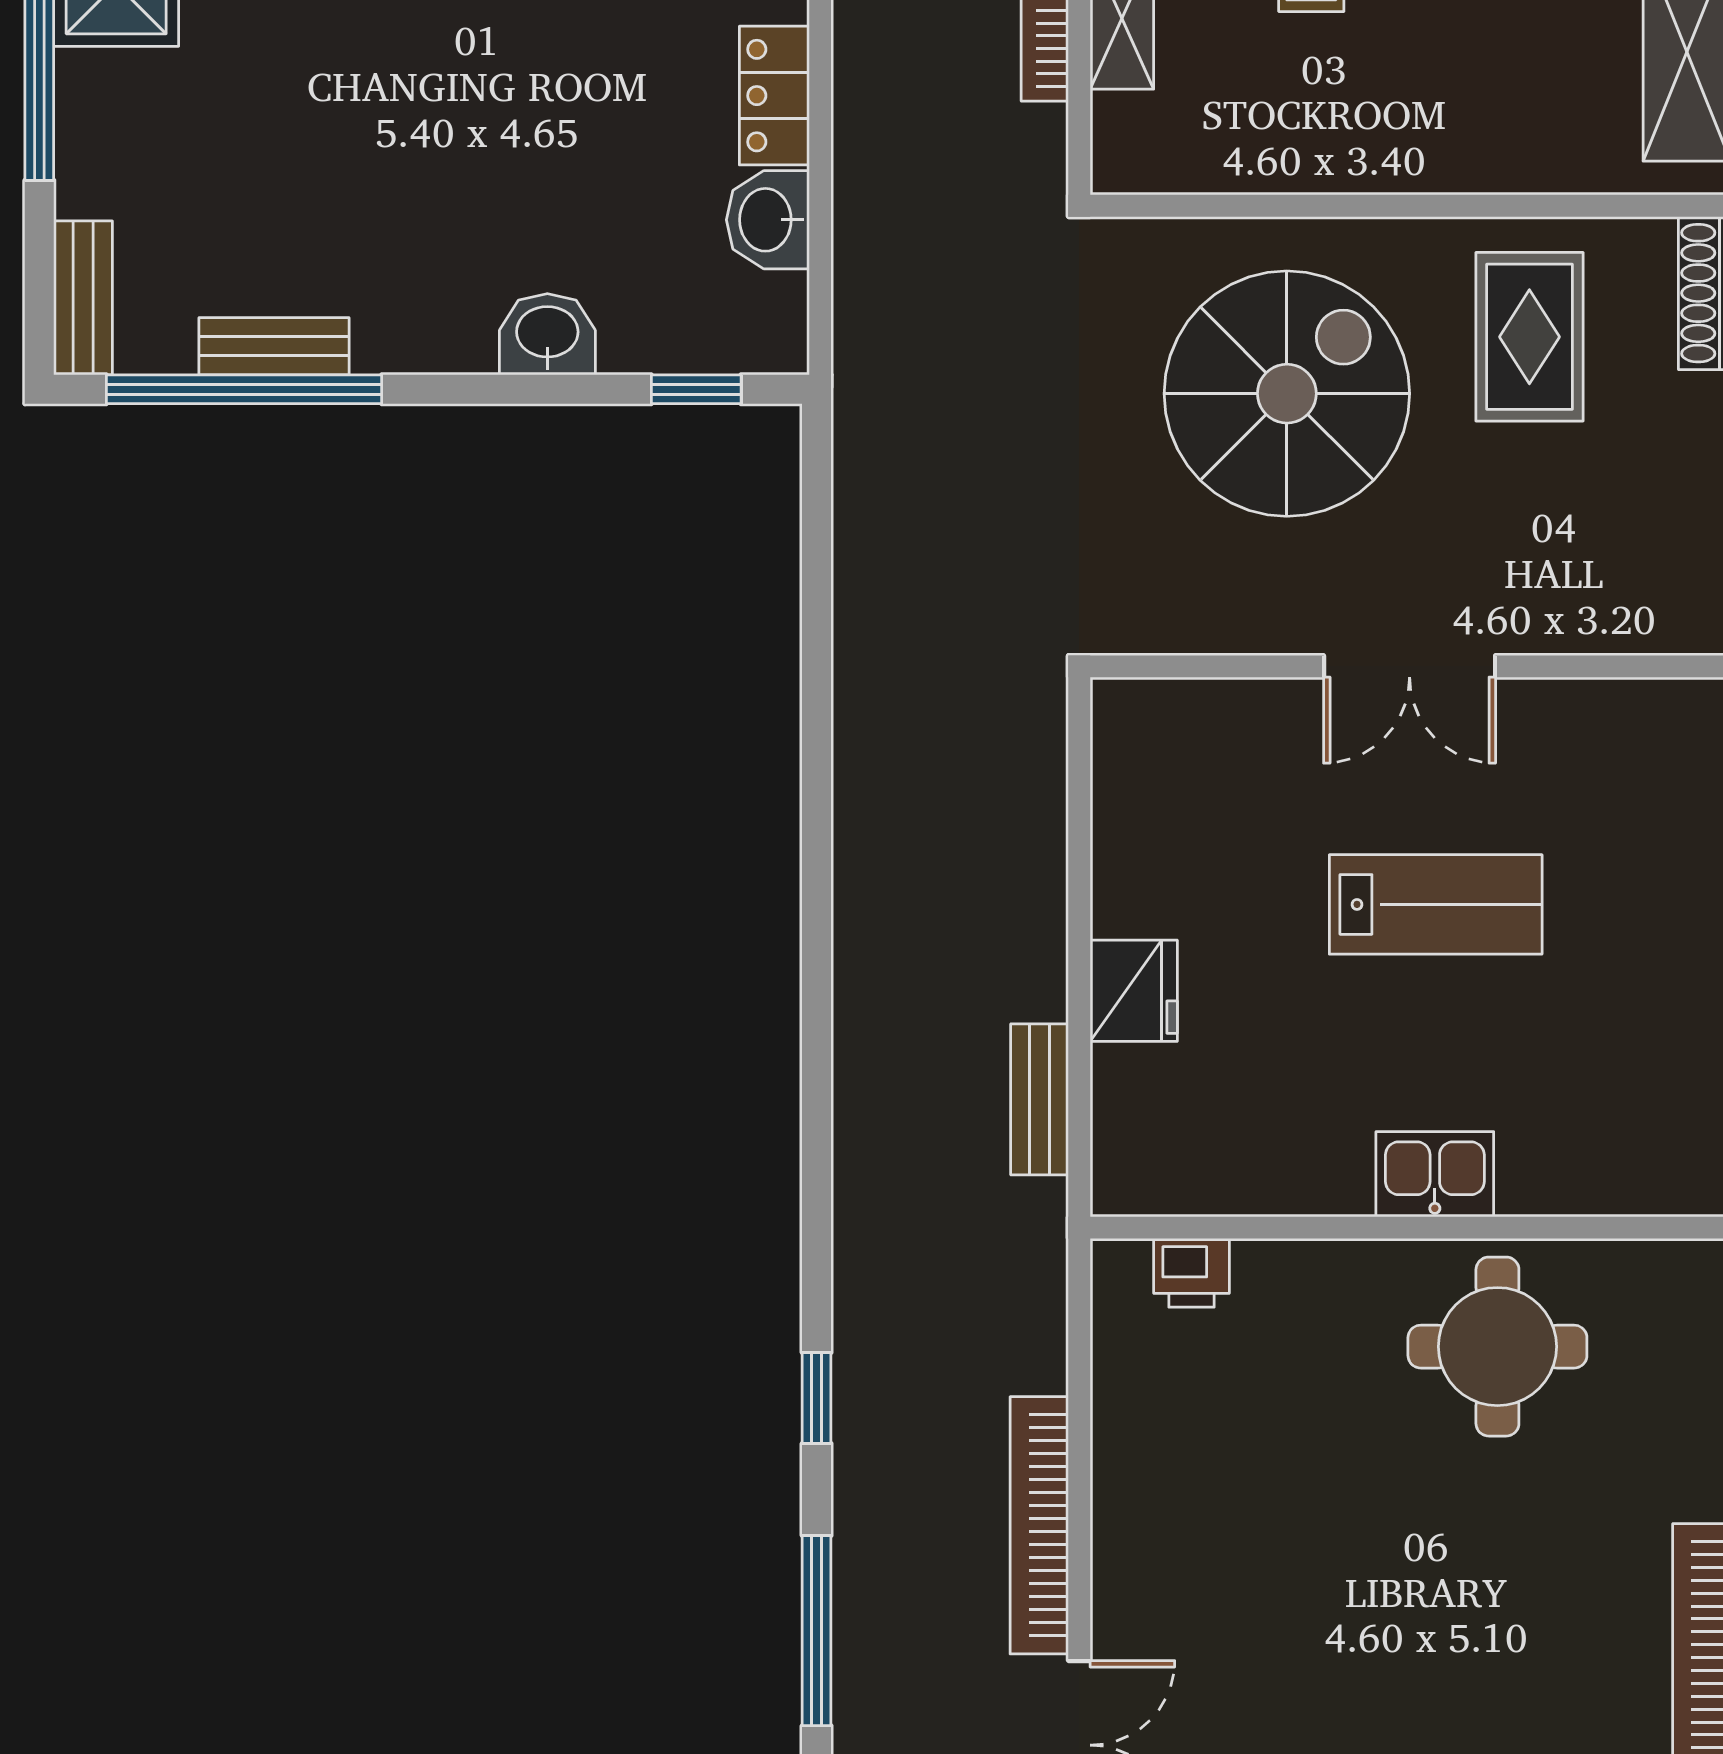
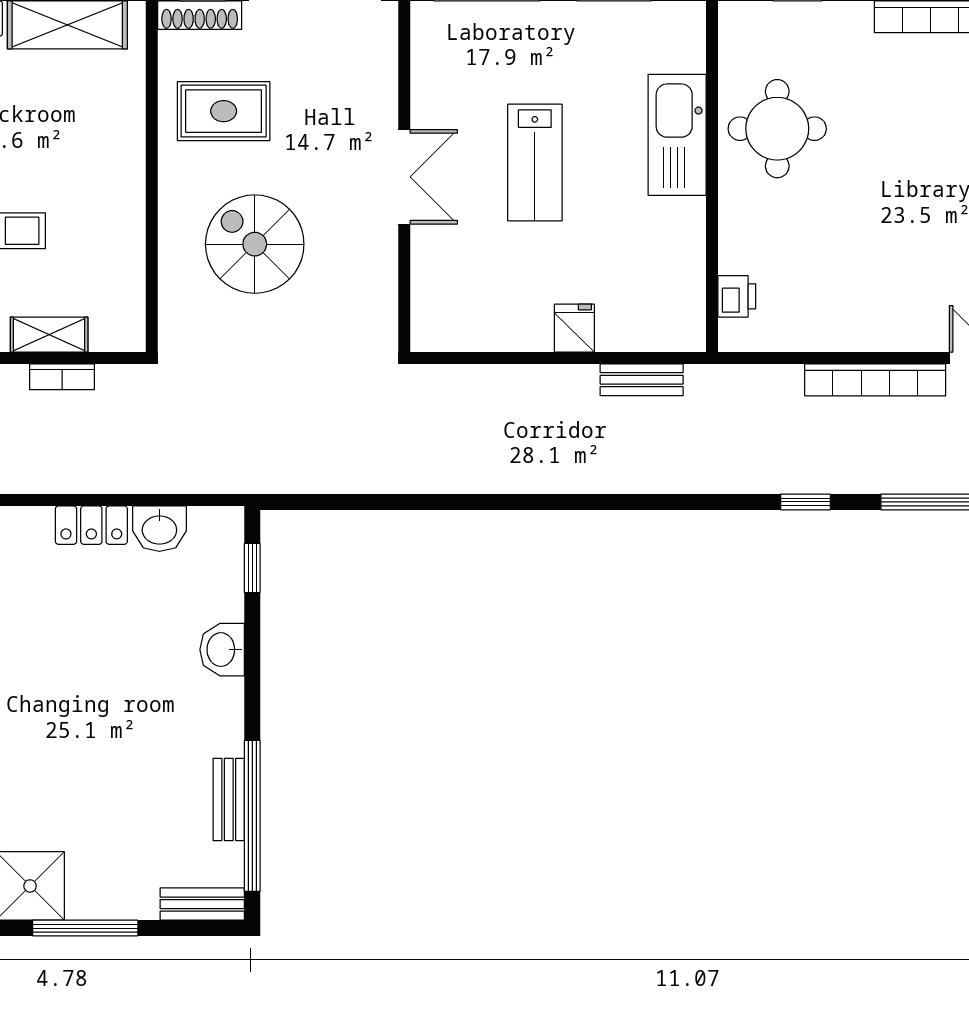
spiral stairs: (1287, 394) -> (255, 244), width x0.73, depth x0.73
lab bench: (1436, 904) -> (535, 162), turned 180
fridge: (1134, 991) -> (574, 328), width x0.72
kitchen sink: (1435, 1174) -> (677, 135), width x1.88, depth x1.24

